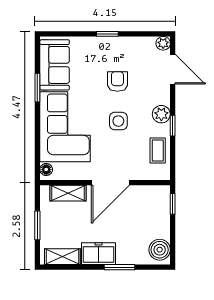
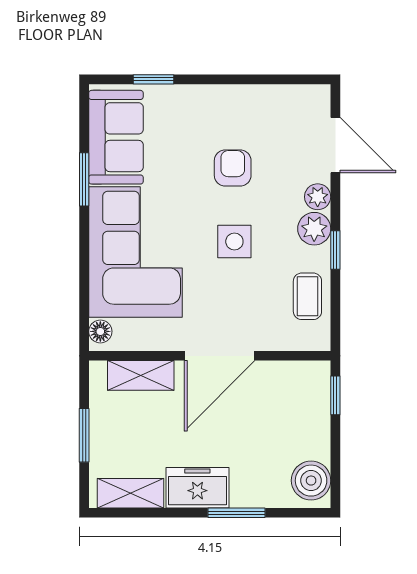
window: (107, 34) -> (154, 79), moved
plant: (163, 43) -> (318, 197), moved

